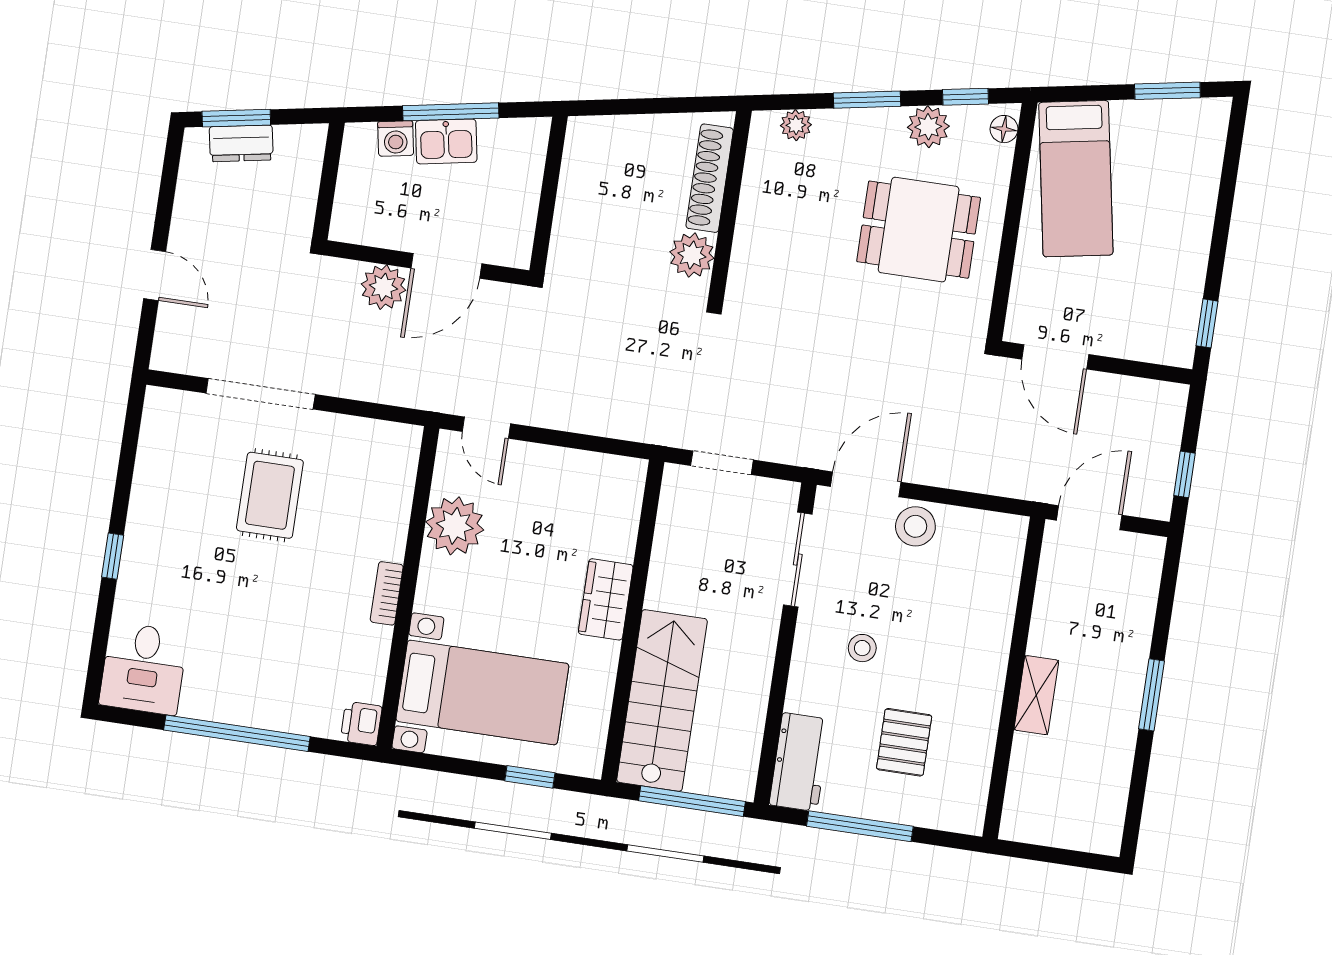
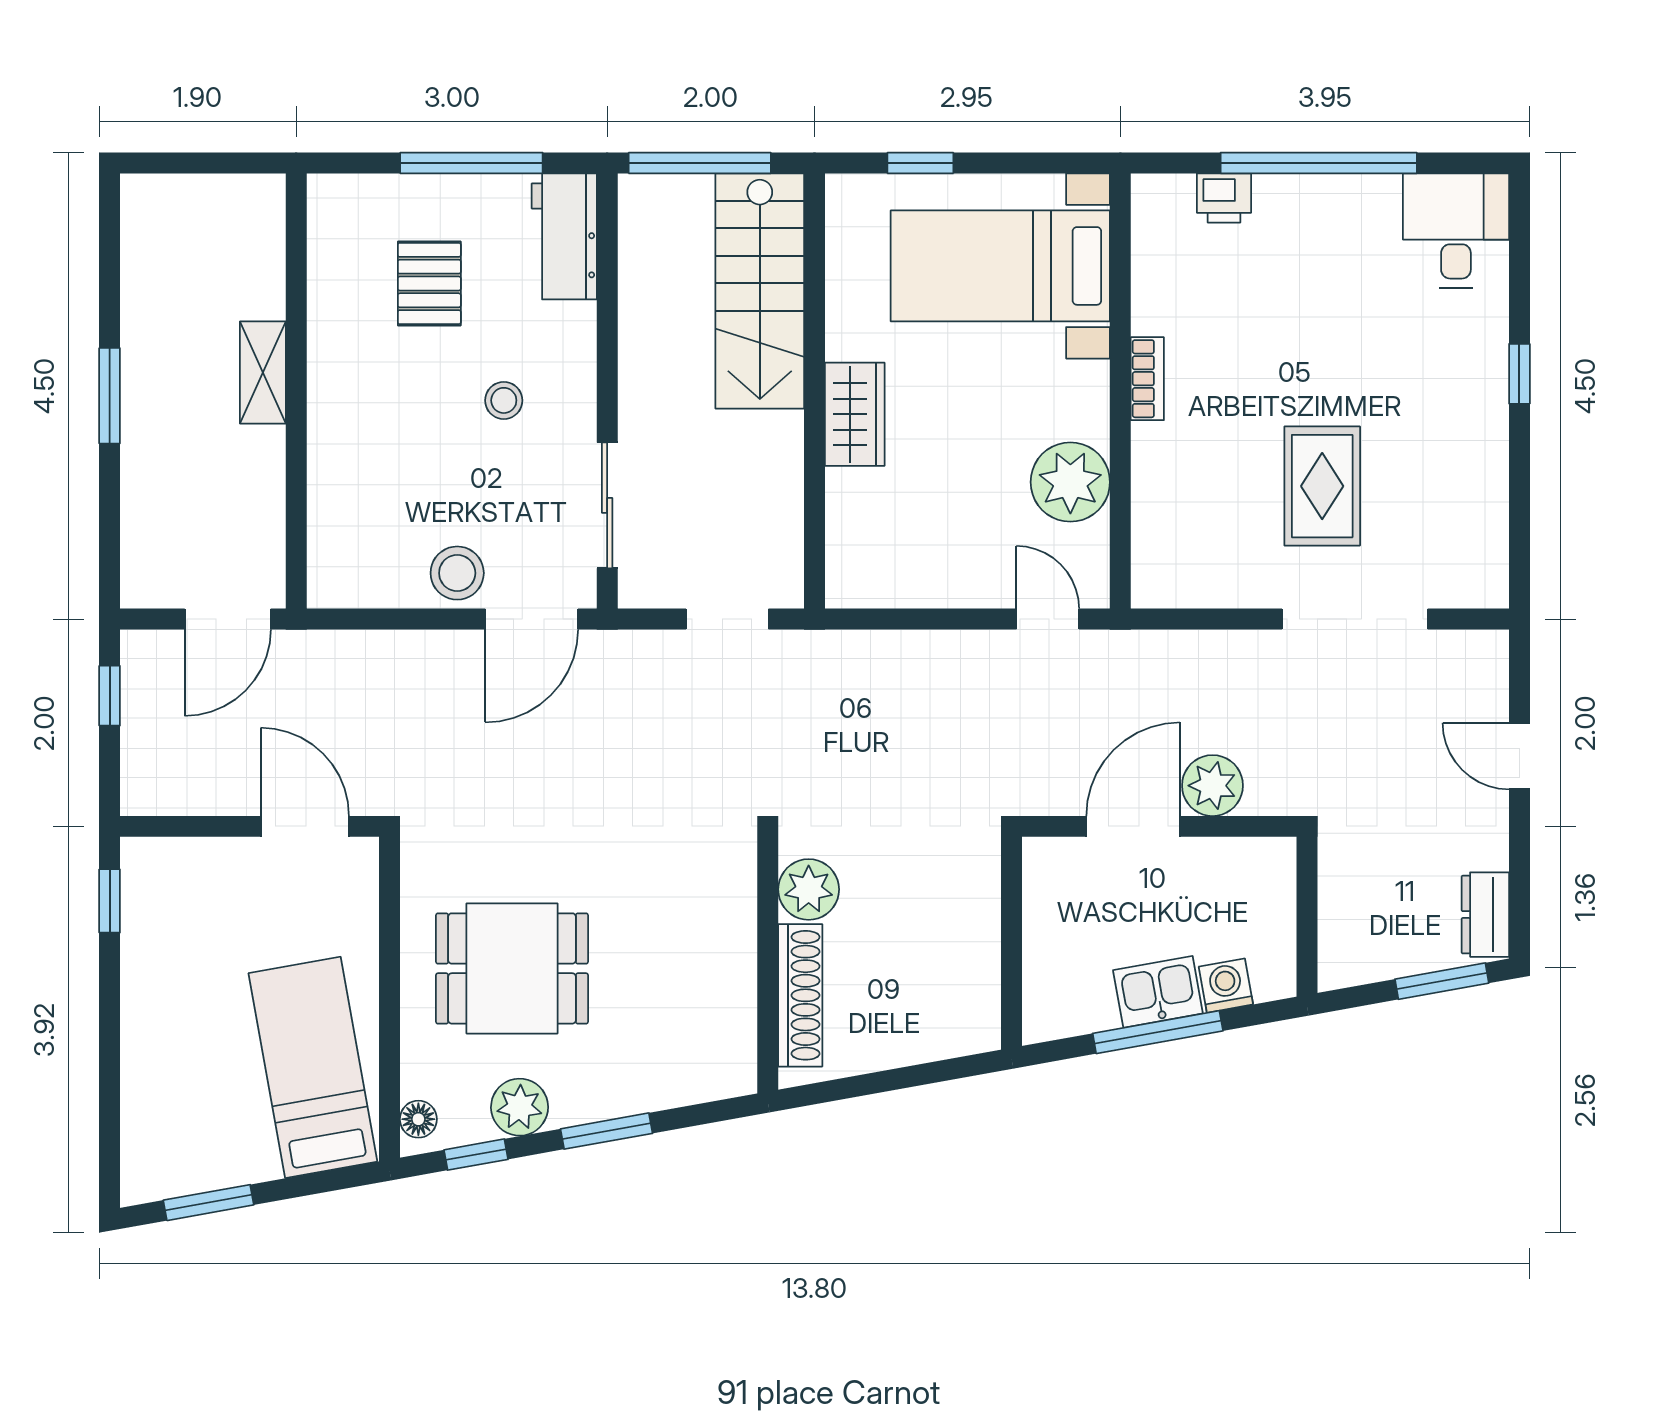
plant: (796, 125) -> (696, 1083), removed
dresser: (241, 143) -> (1485, 915), moved, turned -80
printer: (361, 723) -> (1224, 198), moved, turned 90

